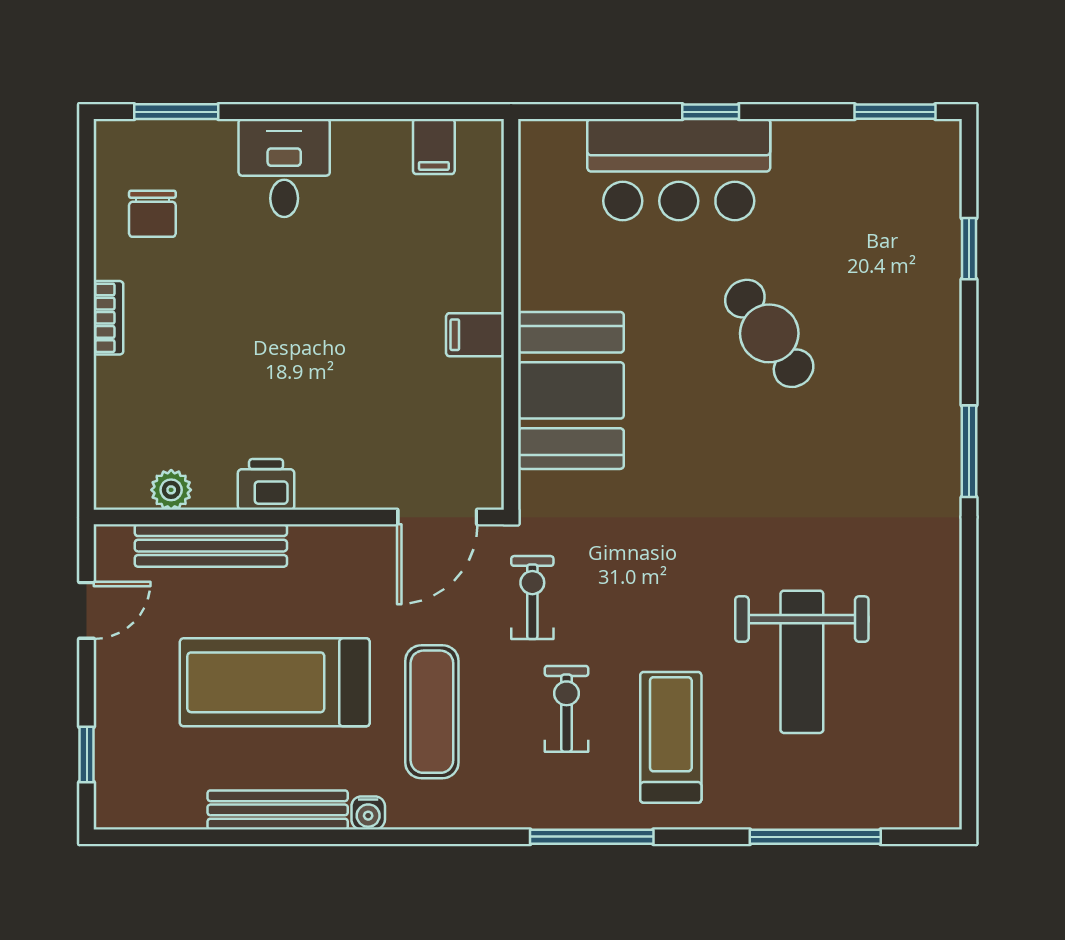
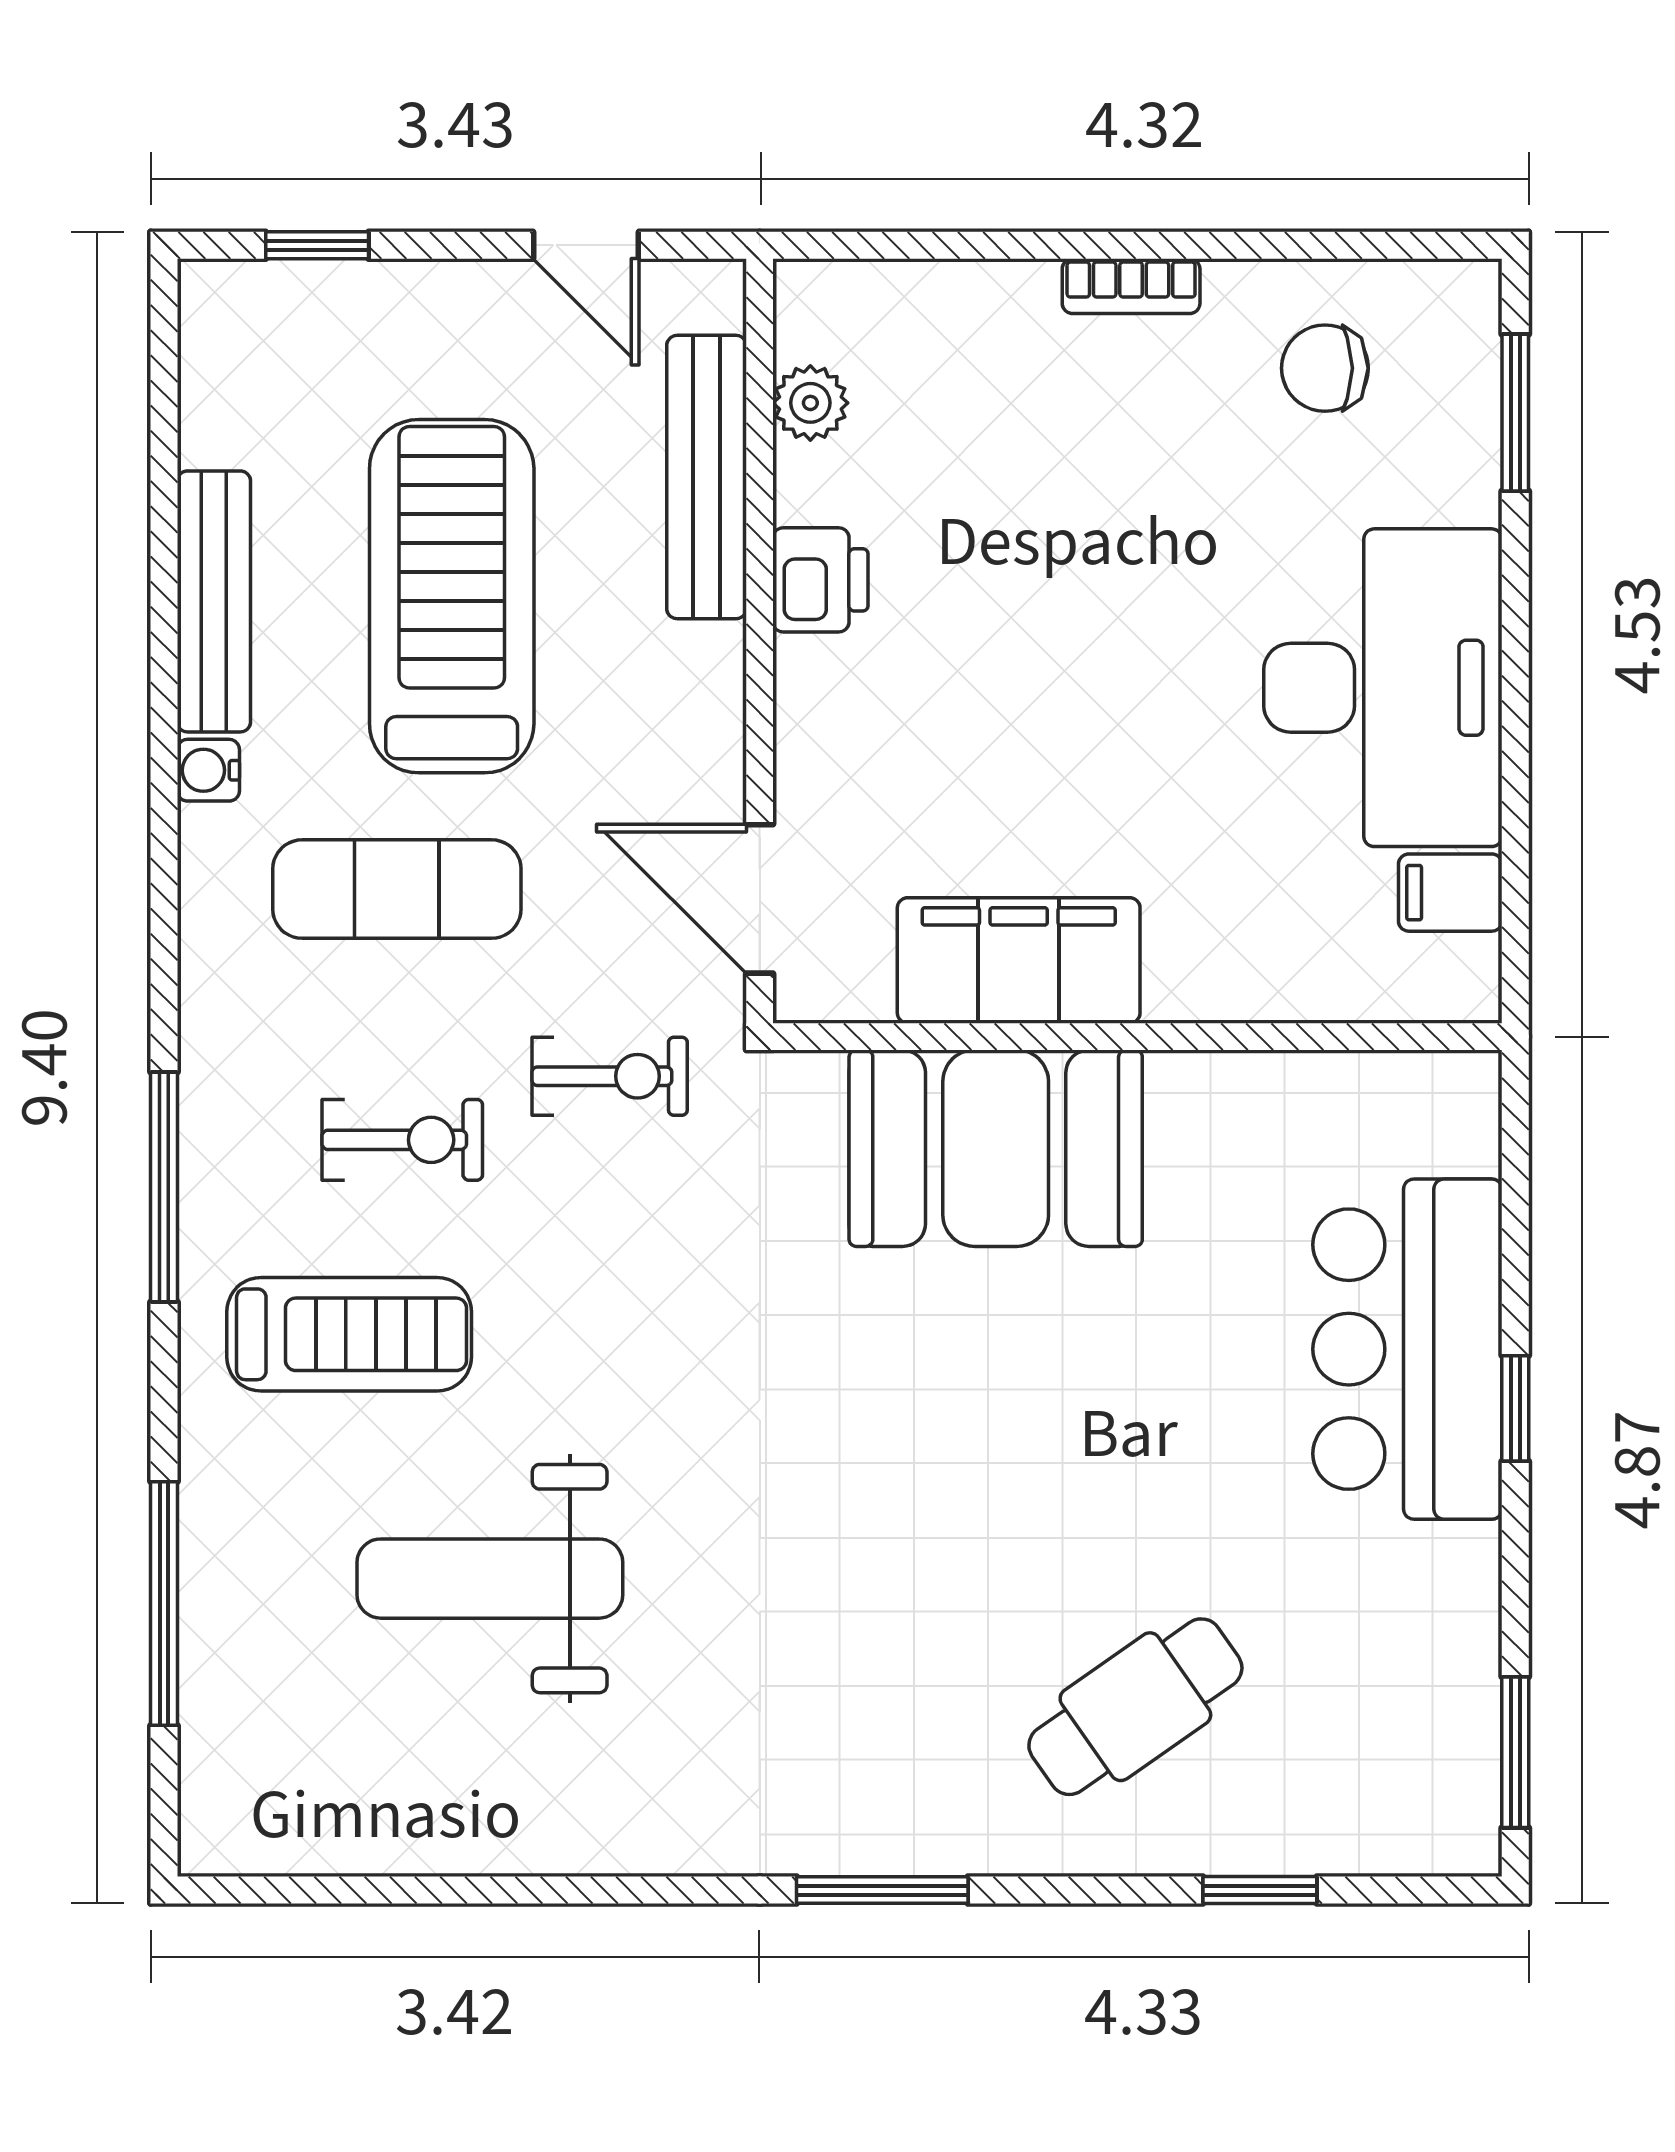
desk: (284, 168) -> (1383, 688), width x1.87, depth x1.30
cafe table: (769, 333) -> (1135, 1707), moved
filing cabinet: (475, 335) -> (1019, 960), width x3.00, depth x1.17

